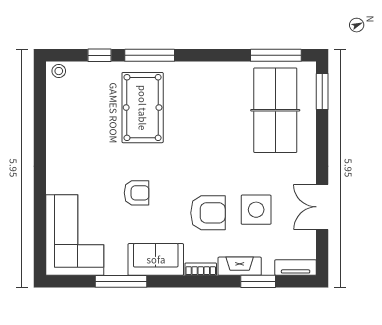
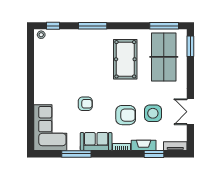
window: (100, 55) -> (53, 26), moved
pool table: (143, 108) -> (125, 59), moved

